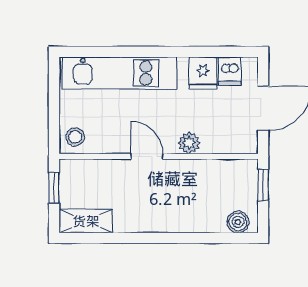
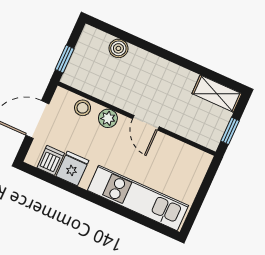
stool: (75, 137) -> (83, 108), moved
boiler: (238, 222) -> (118, 48), moved

